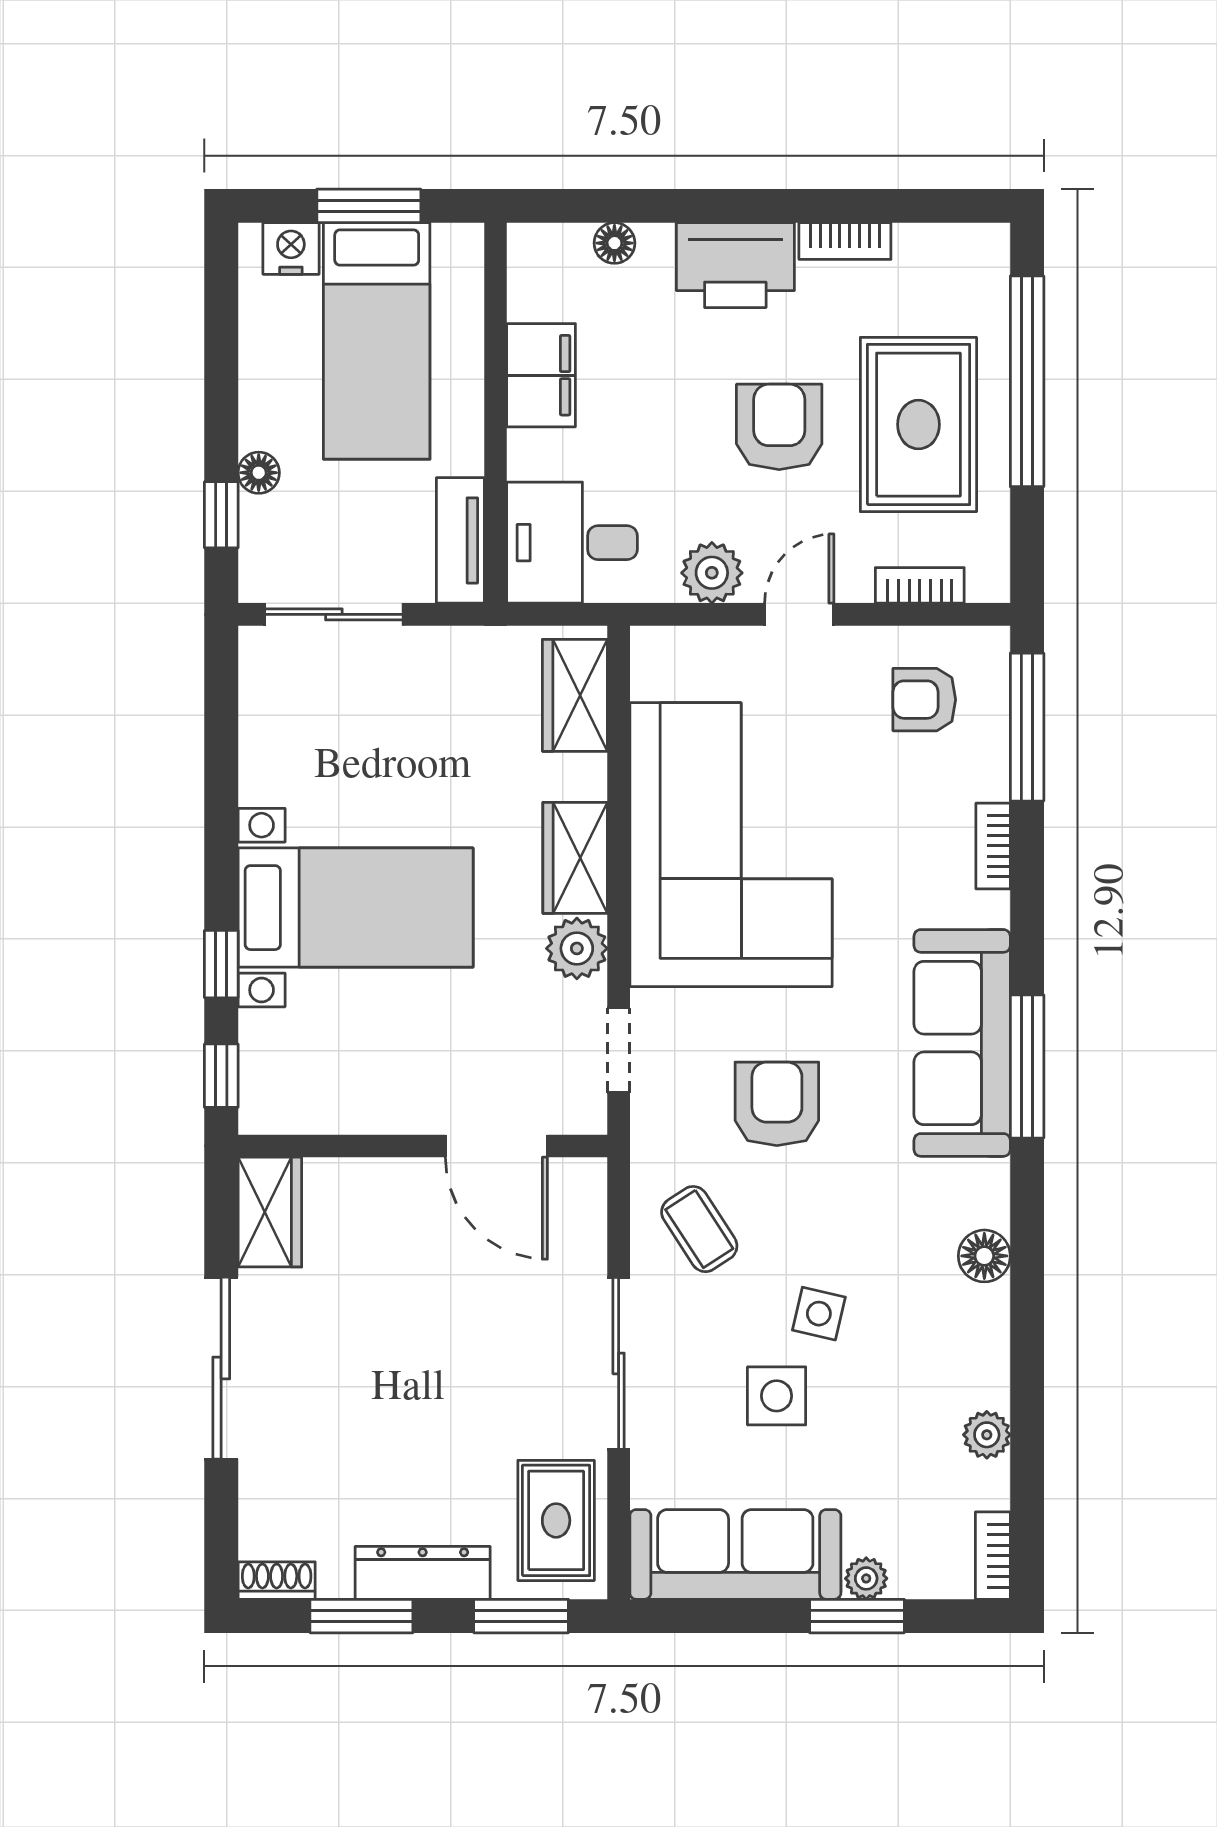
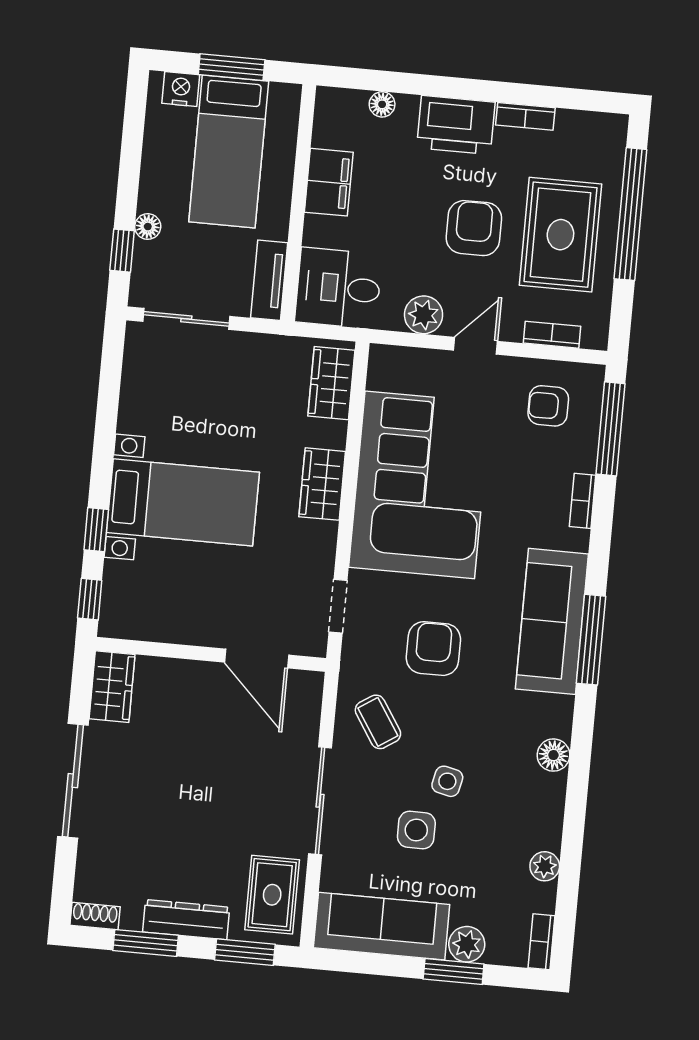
plant: (577, 948) -> (318, 540), removed
plant: (866, 1578) -> (467, 944), width x1.38, depth x1.38

